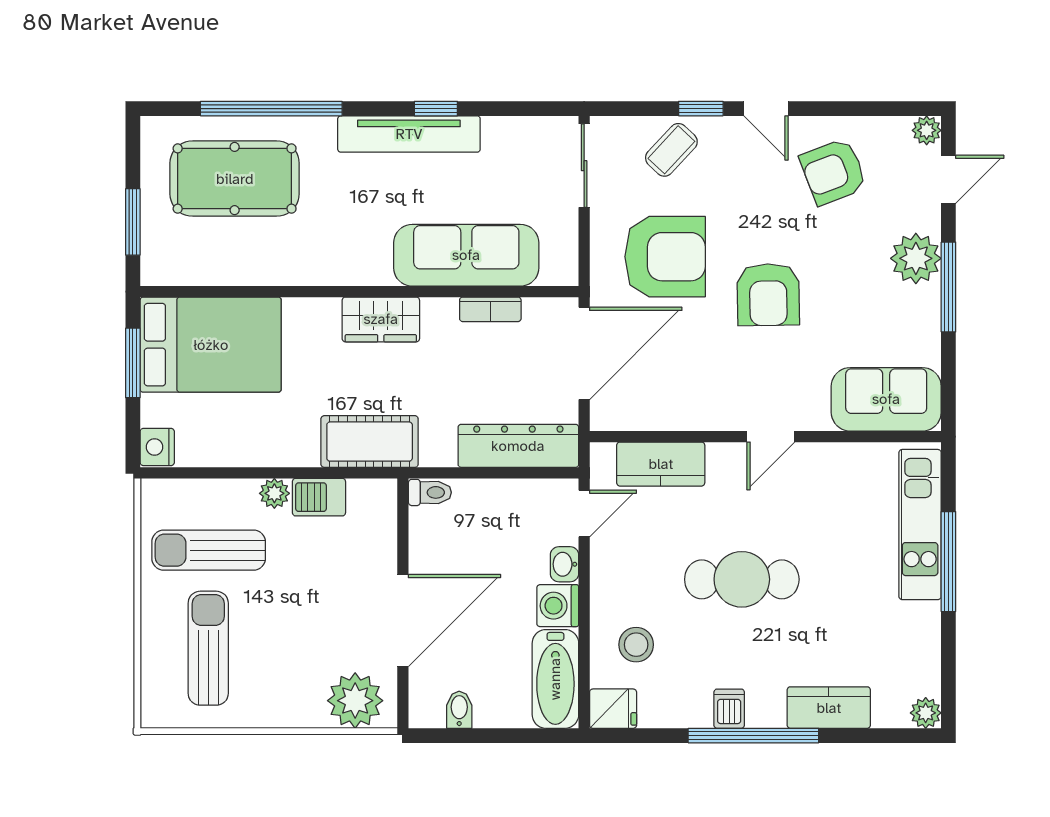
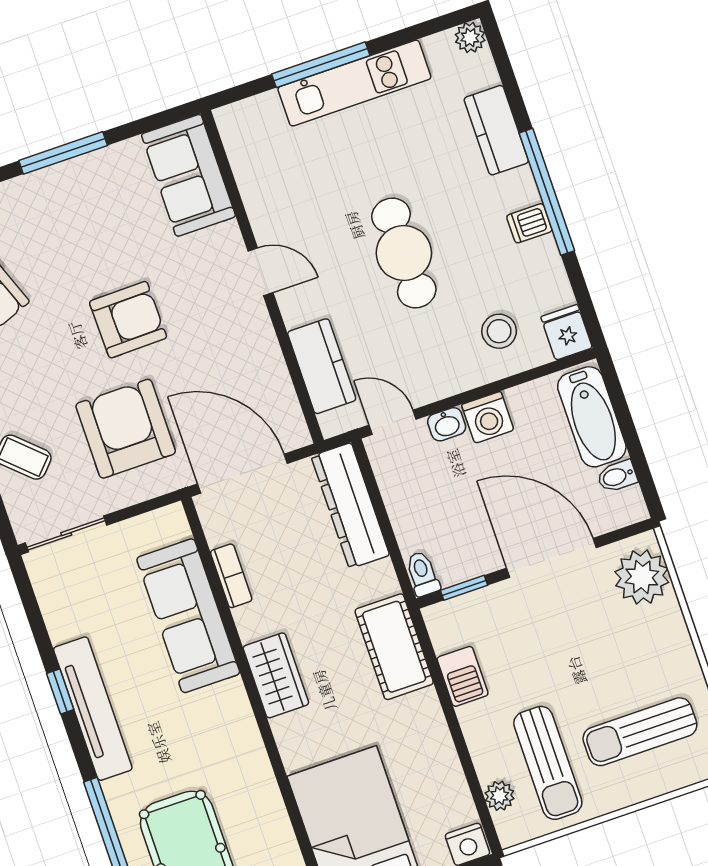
plant: (916, 258) -> (47, 193), removed
plant: (274, 493) -> (499, 796), moved
kitchen unit: (920, 525) -> (354, 83), moved
window: (403, 527) -> (464, 588), added
bathtub: (555, 679) -> (592, 417), moved, turned 90

